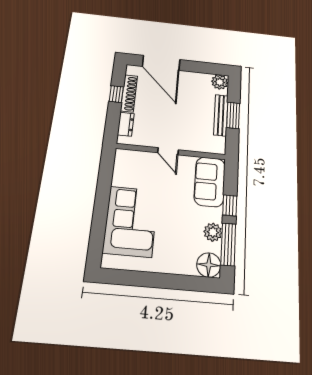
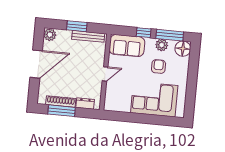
door: (161, 63) -> (36, 64), moved
window: (116, 94) -> (62, 111), width x2.17
bench: (221, 115) -> (88, 36), moved
armchair: (180, 228) -> (159, 67), added

